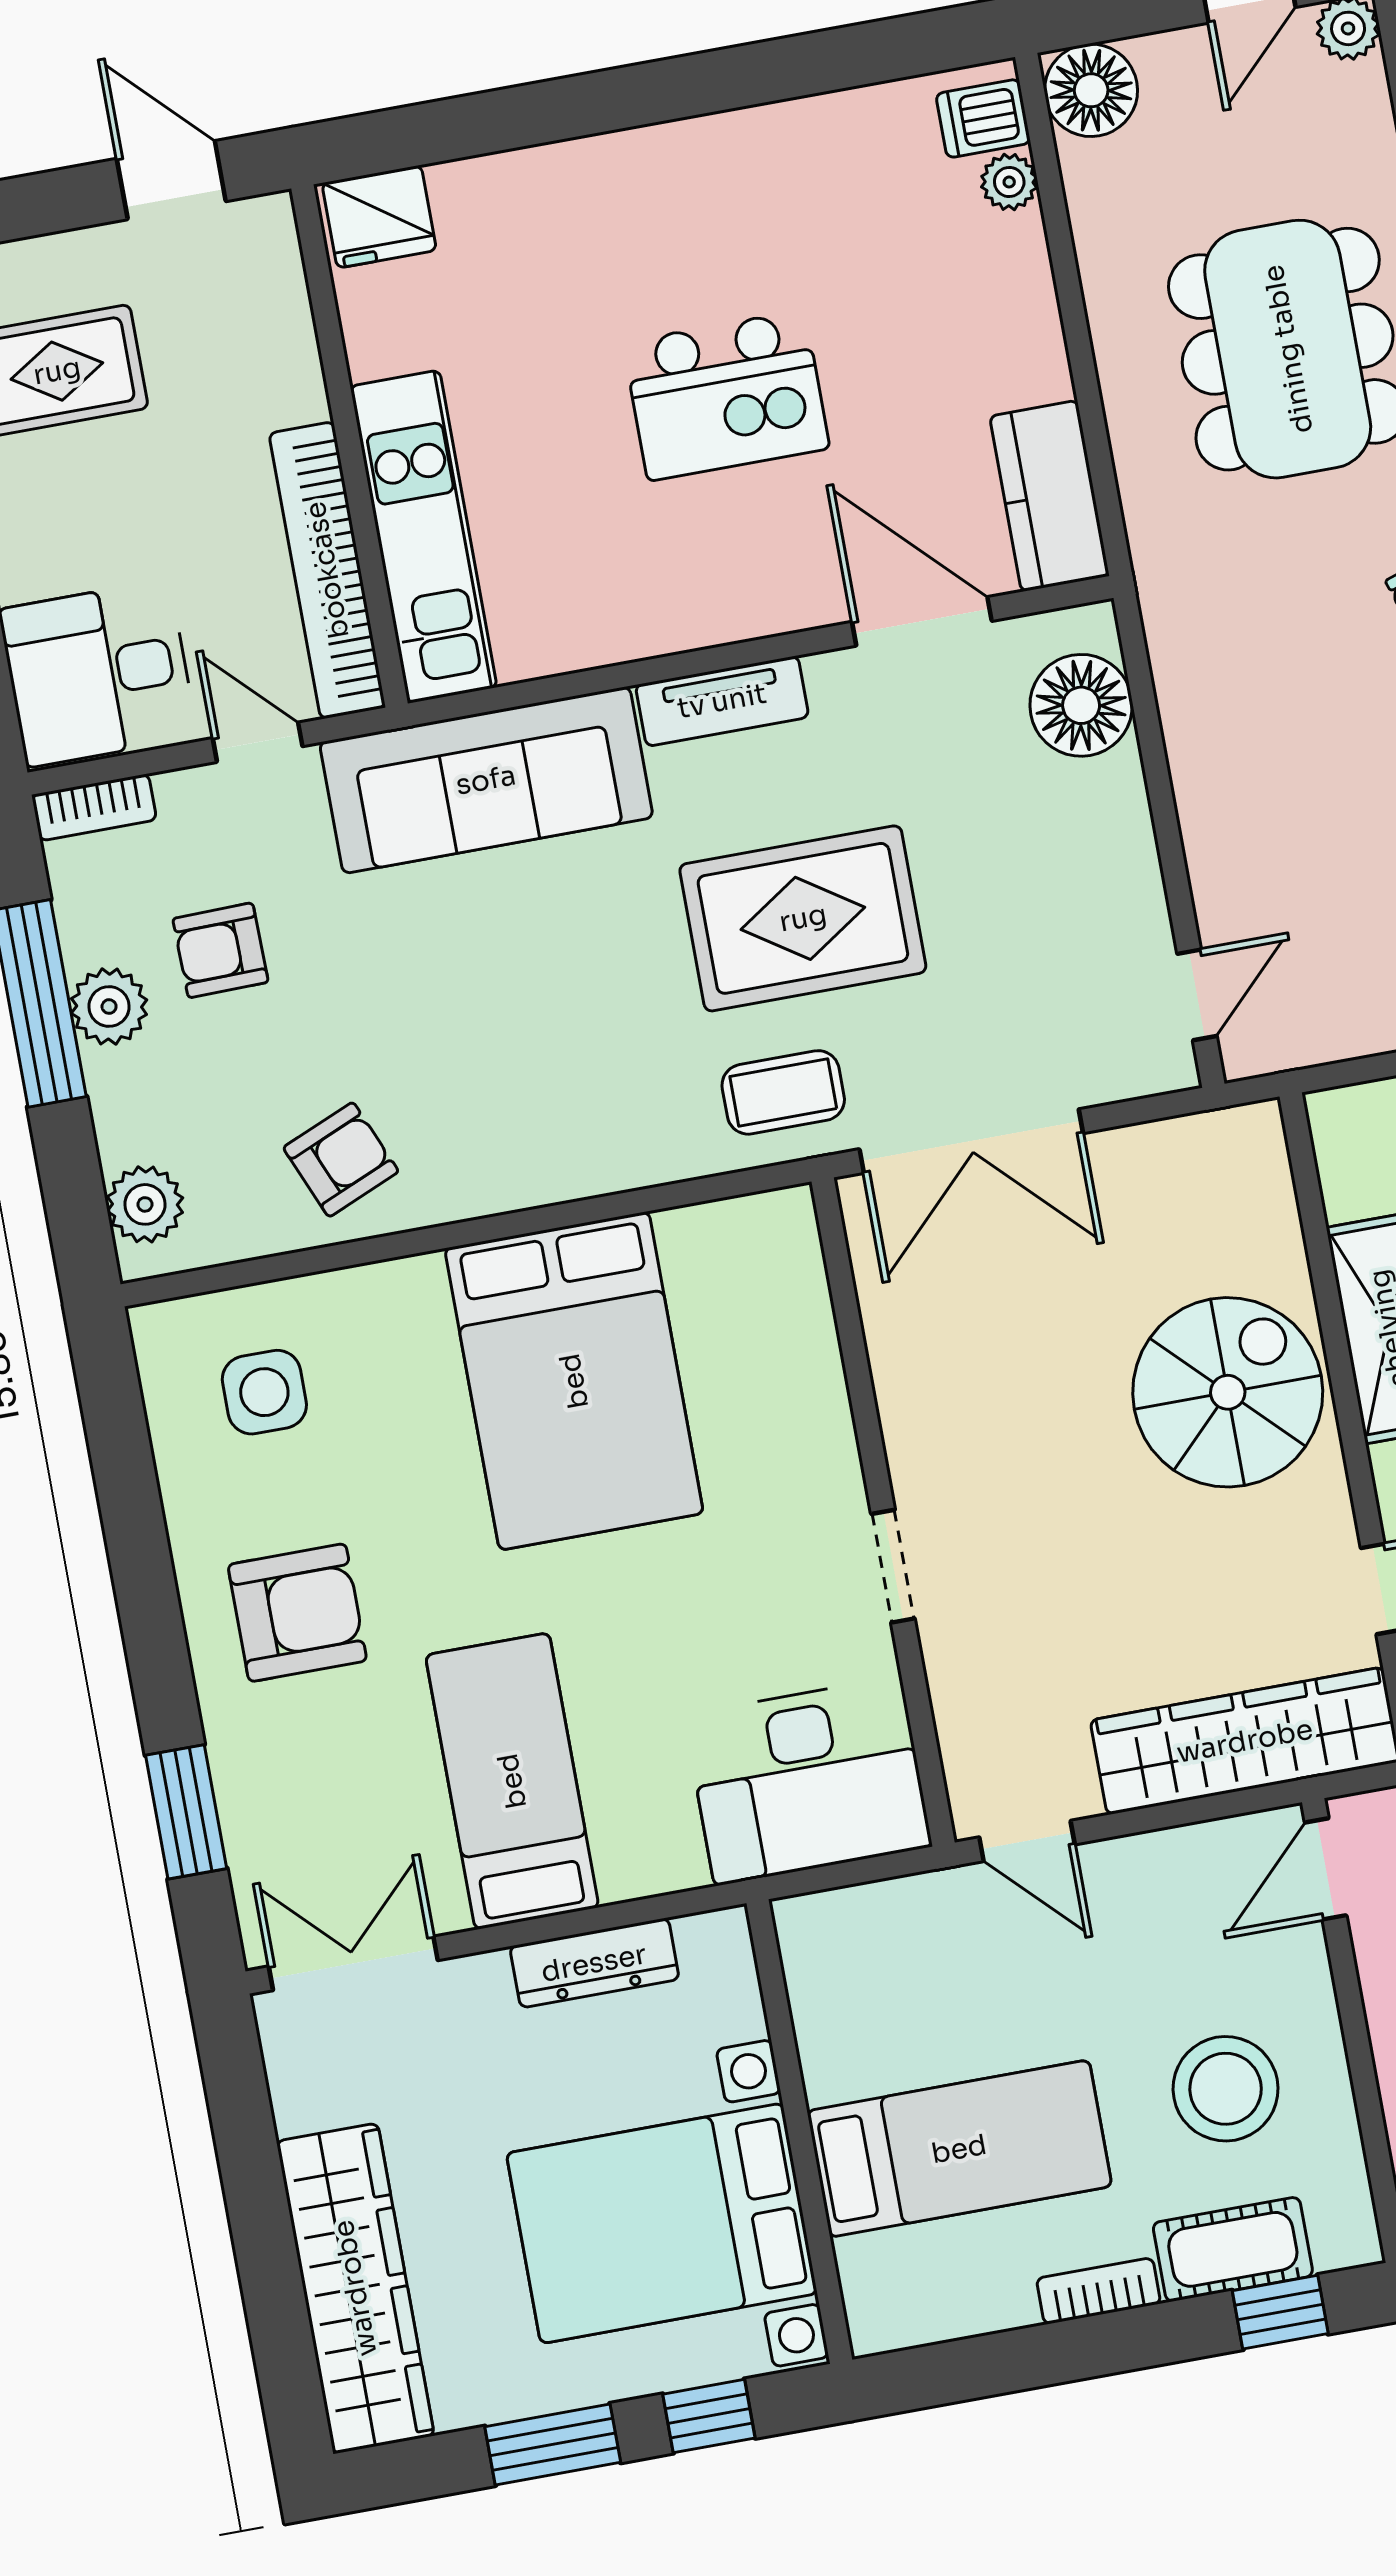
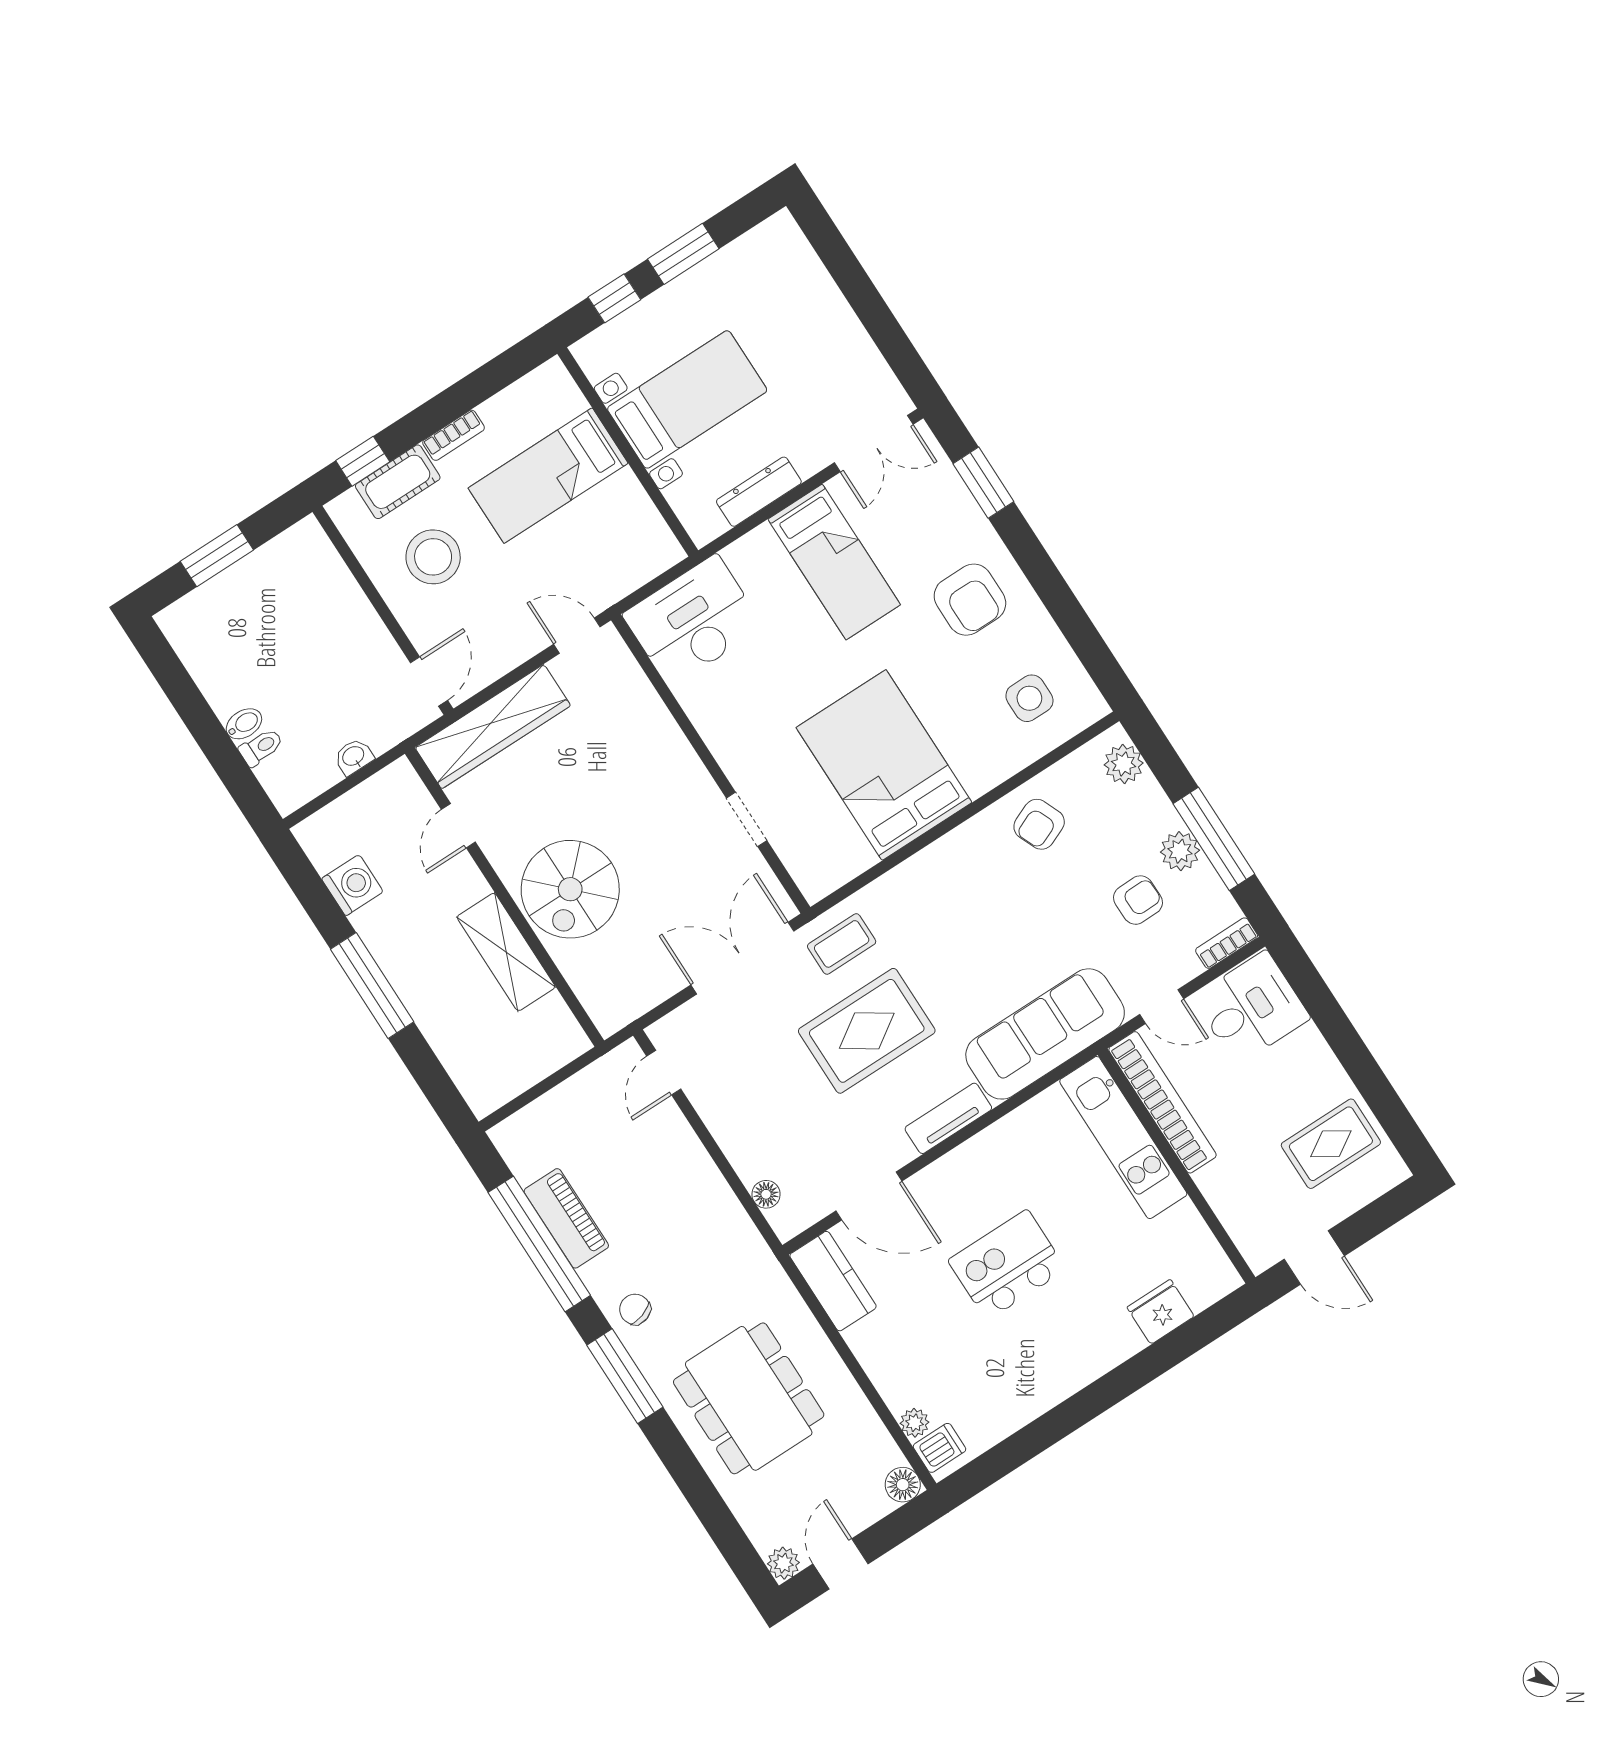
floor lamp: (1091, 90) -> (903, 1485), width x0.73, depth x0.73
fridge: (379, 217) -> (1161, 1312), moved
floor lamp: (1081, 705) -> (766, 1194), width x0.53, depth x0.53
doorway: (893, 1566) -> (747, 819), moved
armchair: (297, 1613) -> (970, 600), turned -90
bed with nightstands: (662, 2223) -> (687, 399), width x0.73
wardrobe: (355, 2288) -> (808, 289), removed

